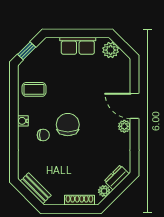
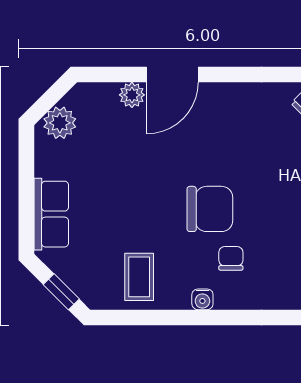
row of seats: (78, 46) -> (51, 214), moved
chair: (68, 125) -> (210, 209), turned 180
plant: (124, 126) -> (132, 95), moved

